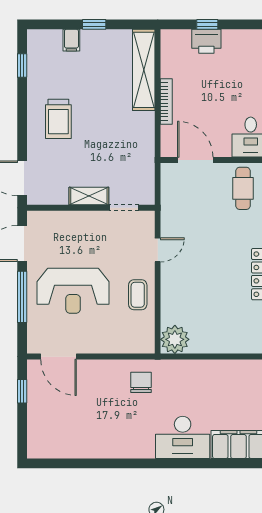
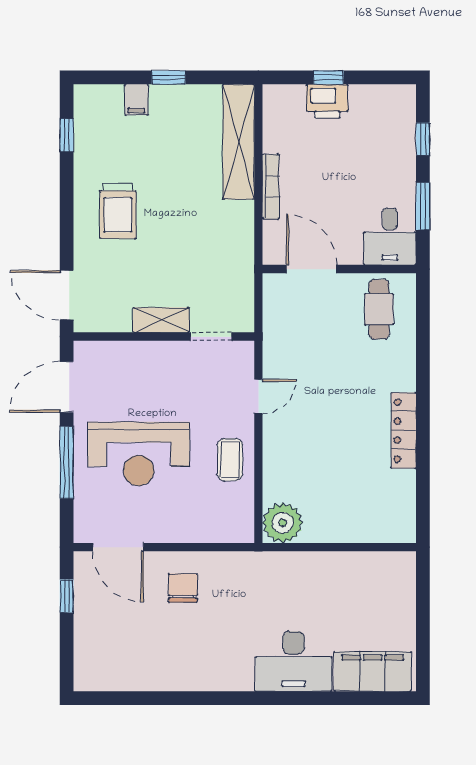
chair: (141, 382) -> (183, 588), moved

